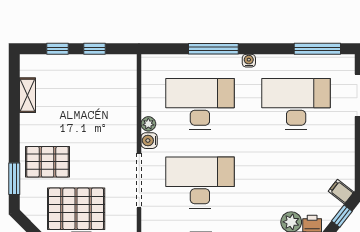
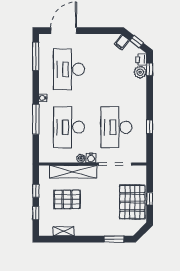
shelving: (126, 111) -> (73, 172), added
pallet: (48, 162) -> (67, 199), moved, turned 90

